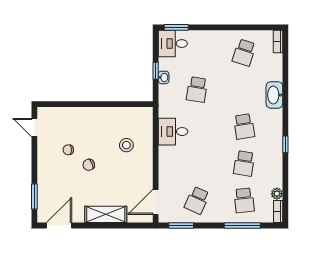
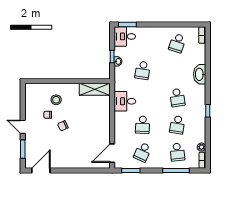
door: (34, 128) -> (23, 127), moved
stool: (126, 145) -> (56, 100), moved
school desk: (197, 163) -> (143, 125), added
shelving: (106, 214) -> (95, 89), moved

